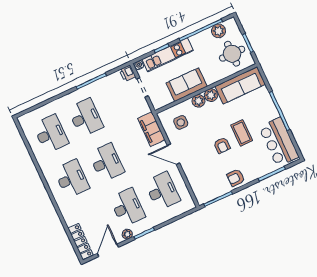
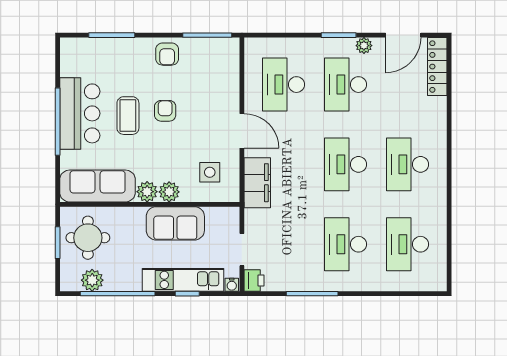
bar counter: (279, 142) -> (80, 113), moved
armchair: (236, 178) -> (167, 54), turned 90

